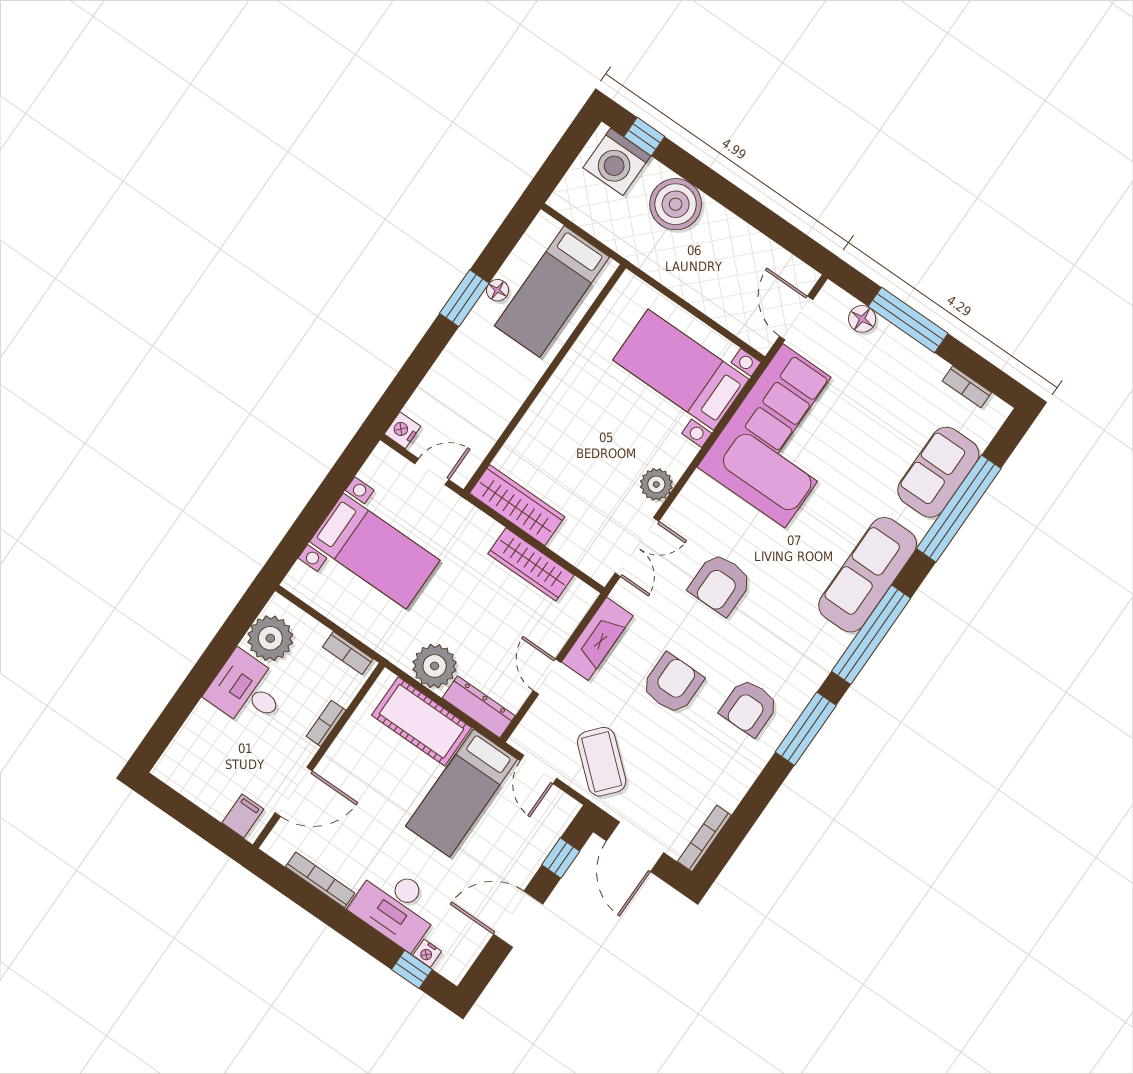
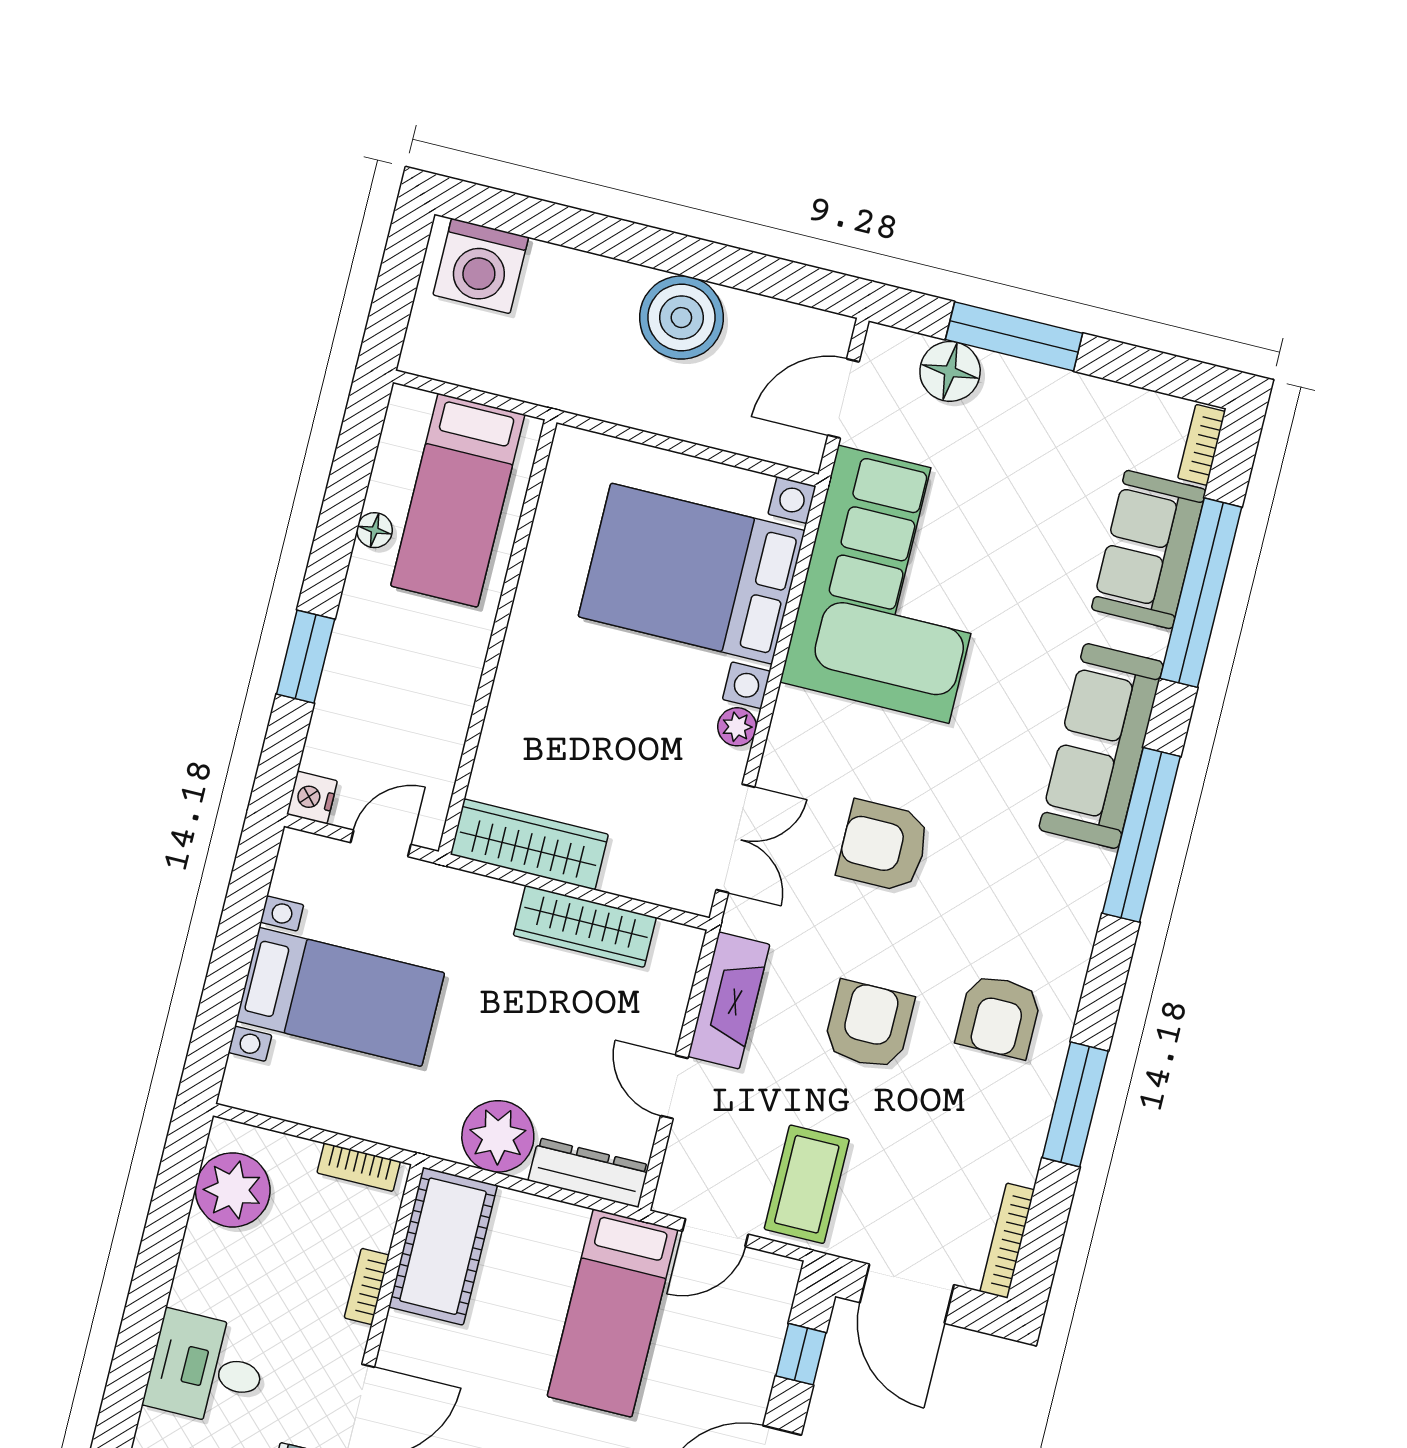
window: (644, 137) -> (508, 212), removed
boiler: (676, 204) -> (681, 318), moved
window: (464, 298) -> (306, 657), moved
door: (796, 318) -> (843, 398), hinge flipped
floor lamp: (862, 319) -> (950, 371), width x1.38, depth x1.38
bed with nightstands: (681, 370) -> (692, 574), width x1.36
bookcase: (967, 387) -> (1202, 445), moved, turned 90
plant: (656, 484) -> (737, 727), width x0.73, depth x0.73
armchair: (720, 584) -> (883, 846), turned 90
desk: (247, 691) -> (206, 1369), moved
cot: (422, 721) -> (443, 1246), moved, turned 90
window: (806, 729) -> (1075, 1104), moved
coffee table: (602, 762) -> (807, 1184), turned 49
door: (538, 769) -> (715, 1233), hinge flipped

